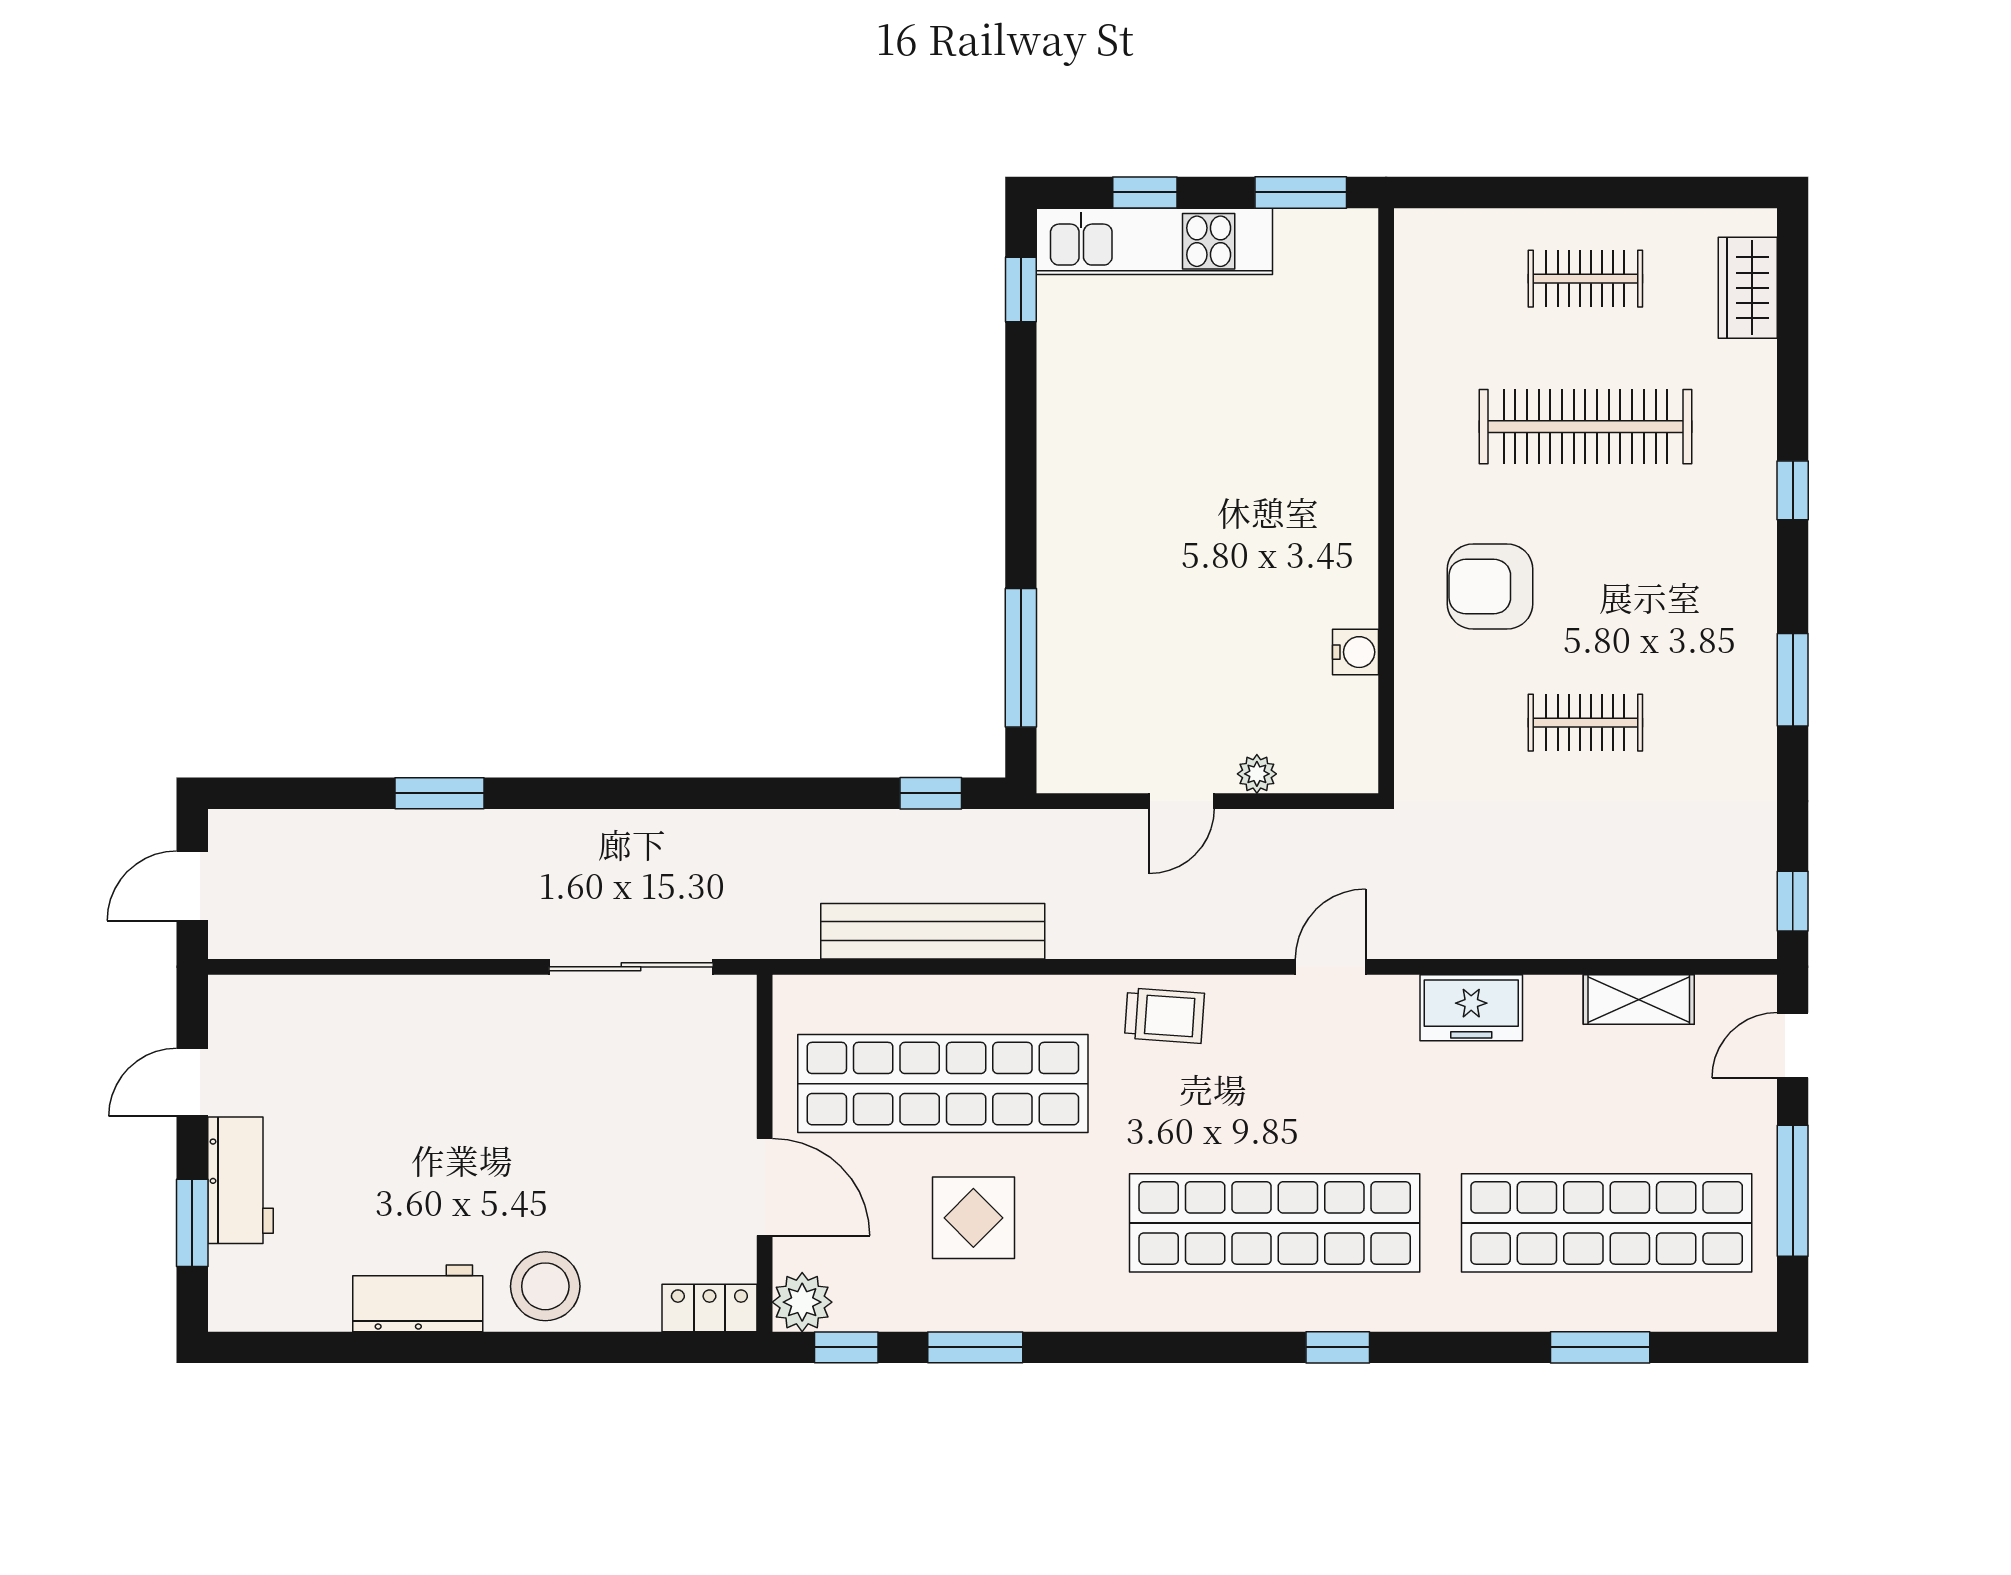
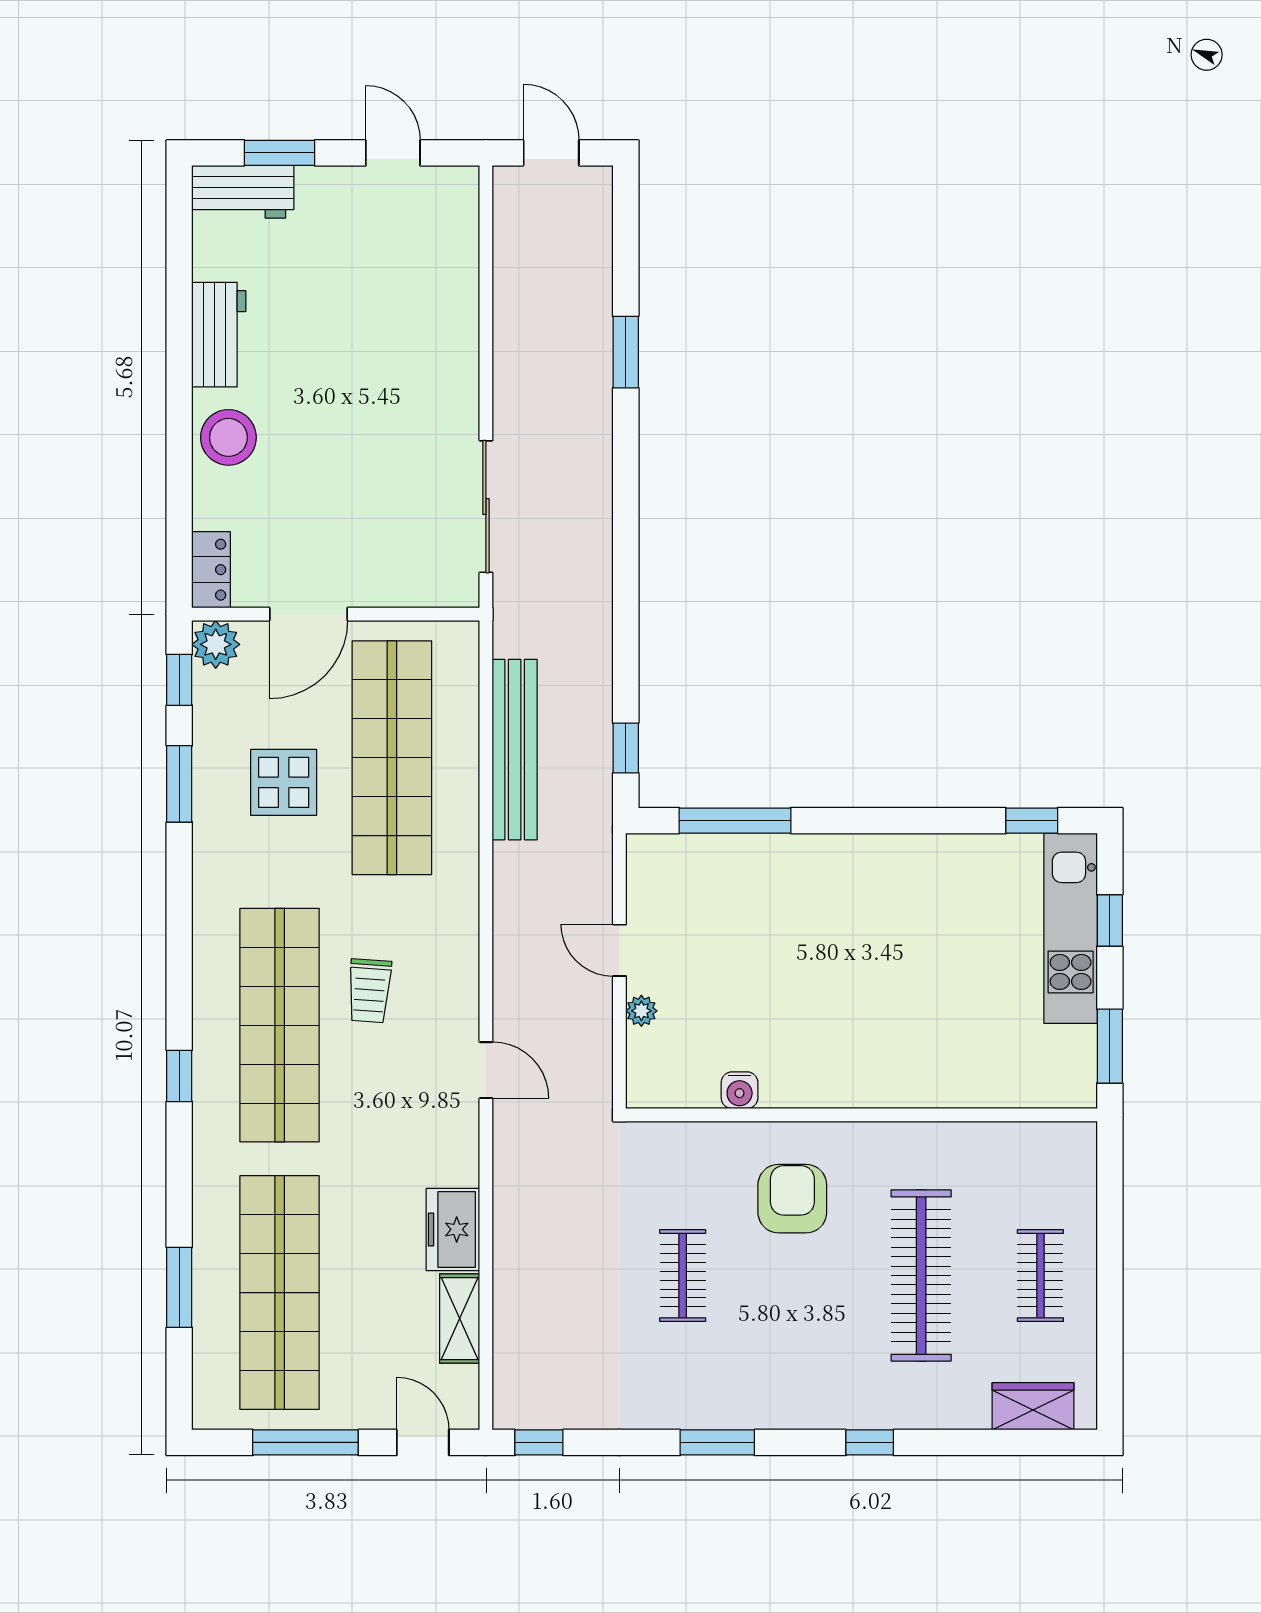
freezer: (1471, 1008) -> (453, 1229), moved
trolley: (1164, 1016) -> (369, 991), moved
workbench: (240, 1180) -> (243, 192), moved

